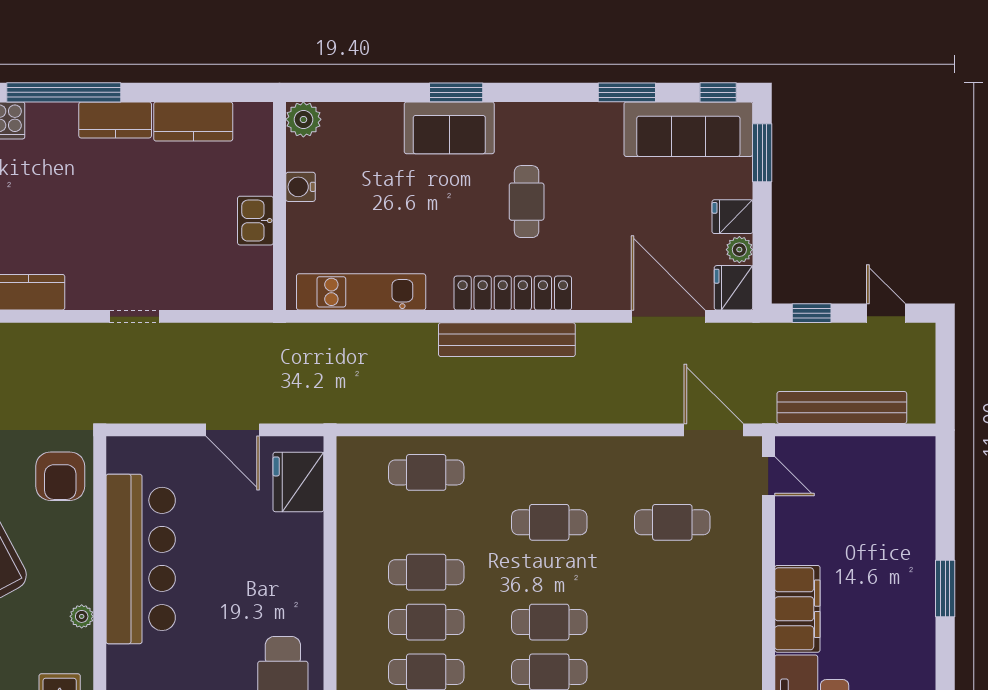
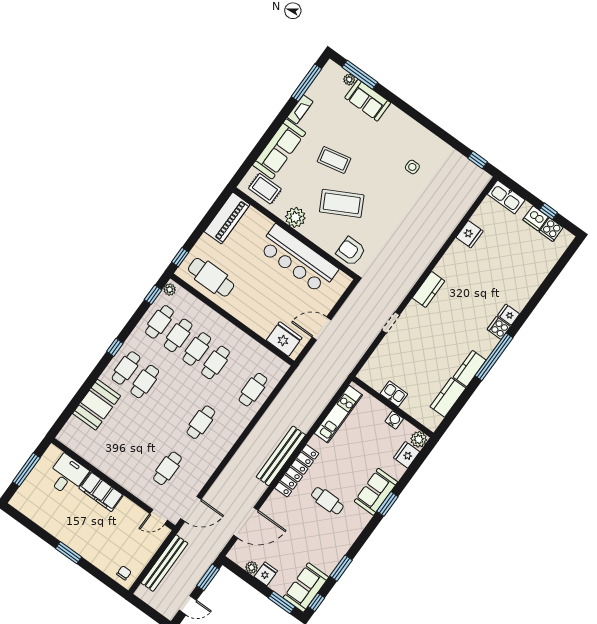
sofa: (688, 129) -> (306, 587), width x0.73
fridge: (734, 288) -> (407, 455), moved, turned -90
window: (812, 313) -> (208, 577), width x1.50
chair: (910, 466) -> (124, 573), added
plant: (82, 616) -> (295, 217), width x1.87, depth x1.87
cafe table: (549, 622) -> (163, 395), removed

